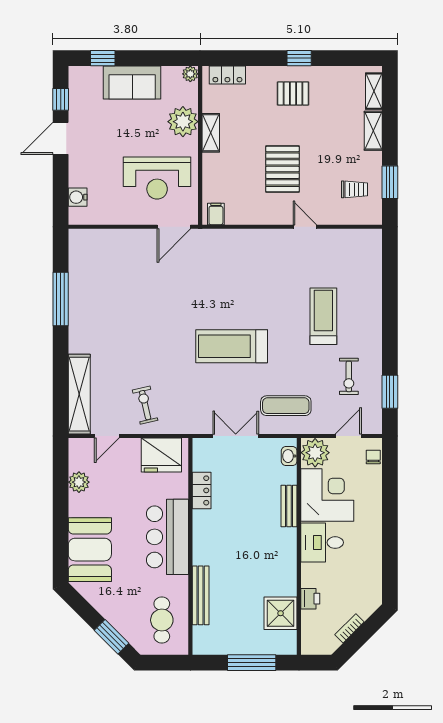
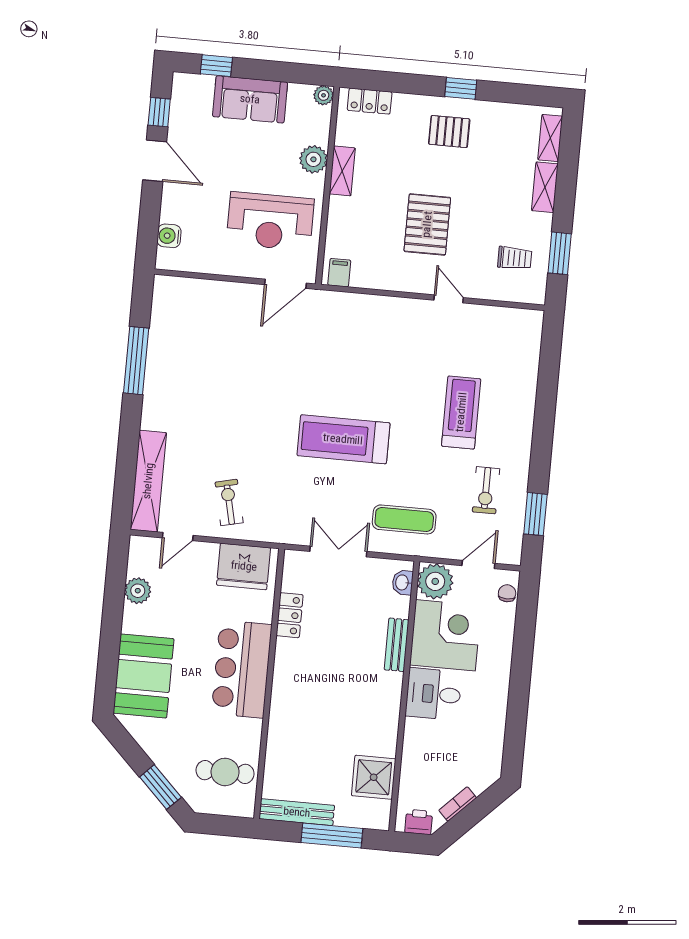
plant: (183, 122) -> (313, 159), width x0.73, depth x0.73
door: (61, 138) -> (155, 161), swing flipped
bench: (201, 595) -> (297, 812), moved, turned 90
printer: (310, 599) -> (419, 822), moved, turned -90
cafe table: (162, 620) -> (225, 772), turned 90

